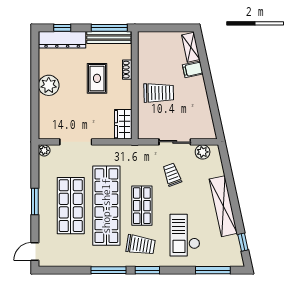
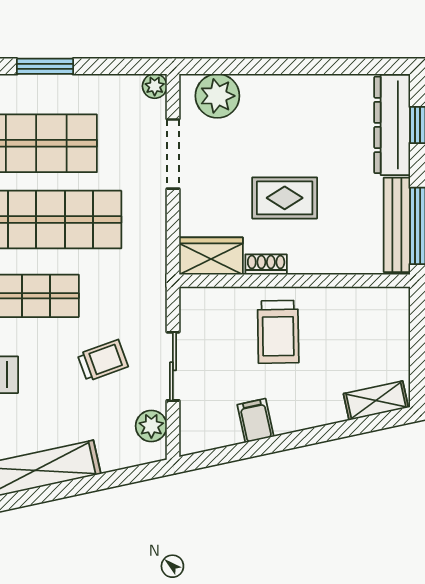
filing cabinet: (193, 69) -> (255, 421), moved
shoe rack: (127, 70) -> (266, 264), moved
rug: (97, 78) -> (285, 198), moved
plant: (49, 85) -> (217, 96), moved

